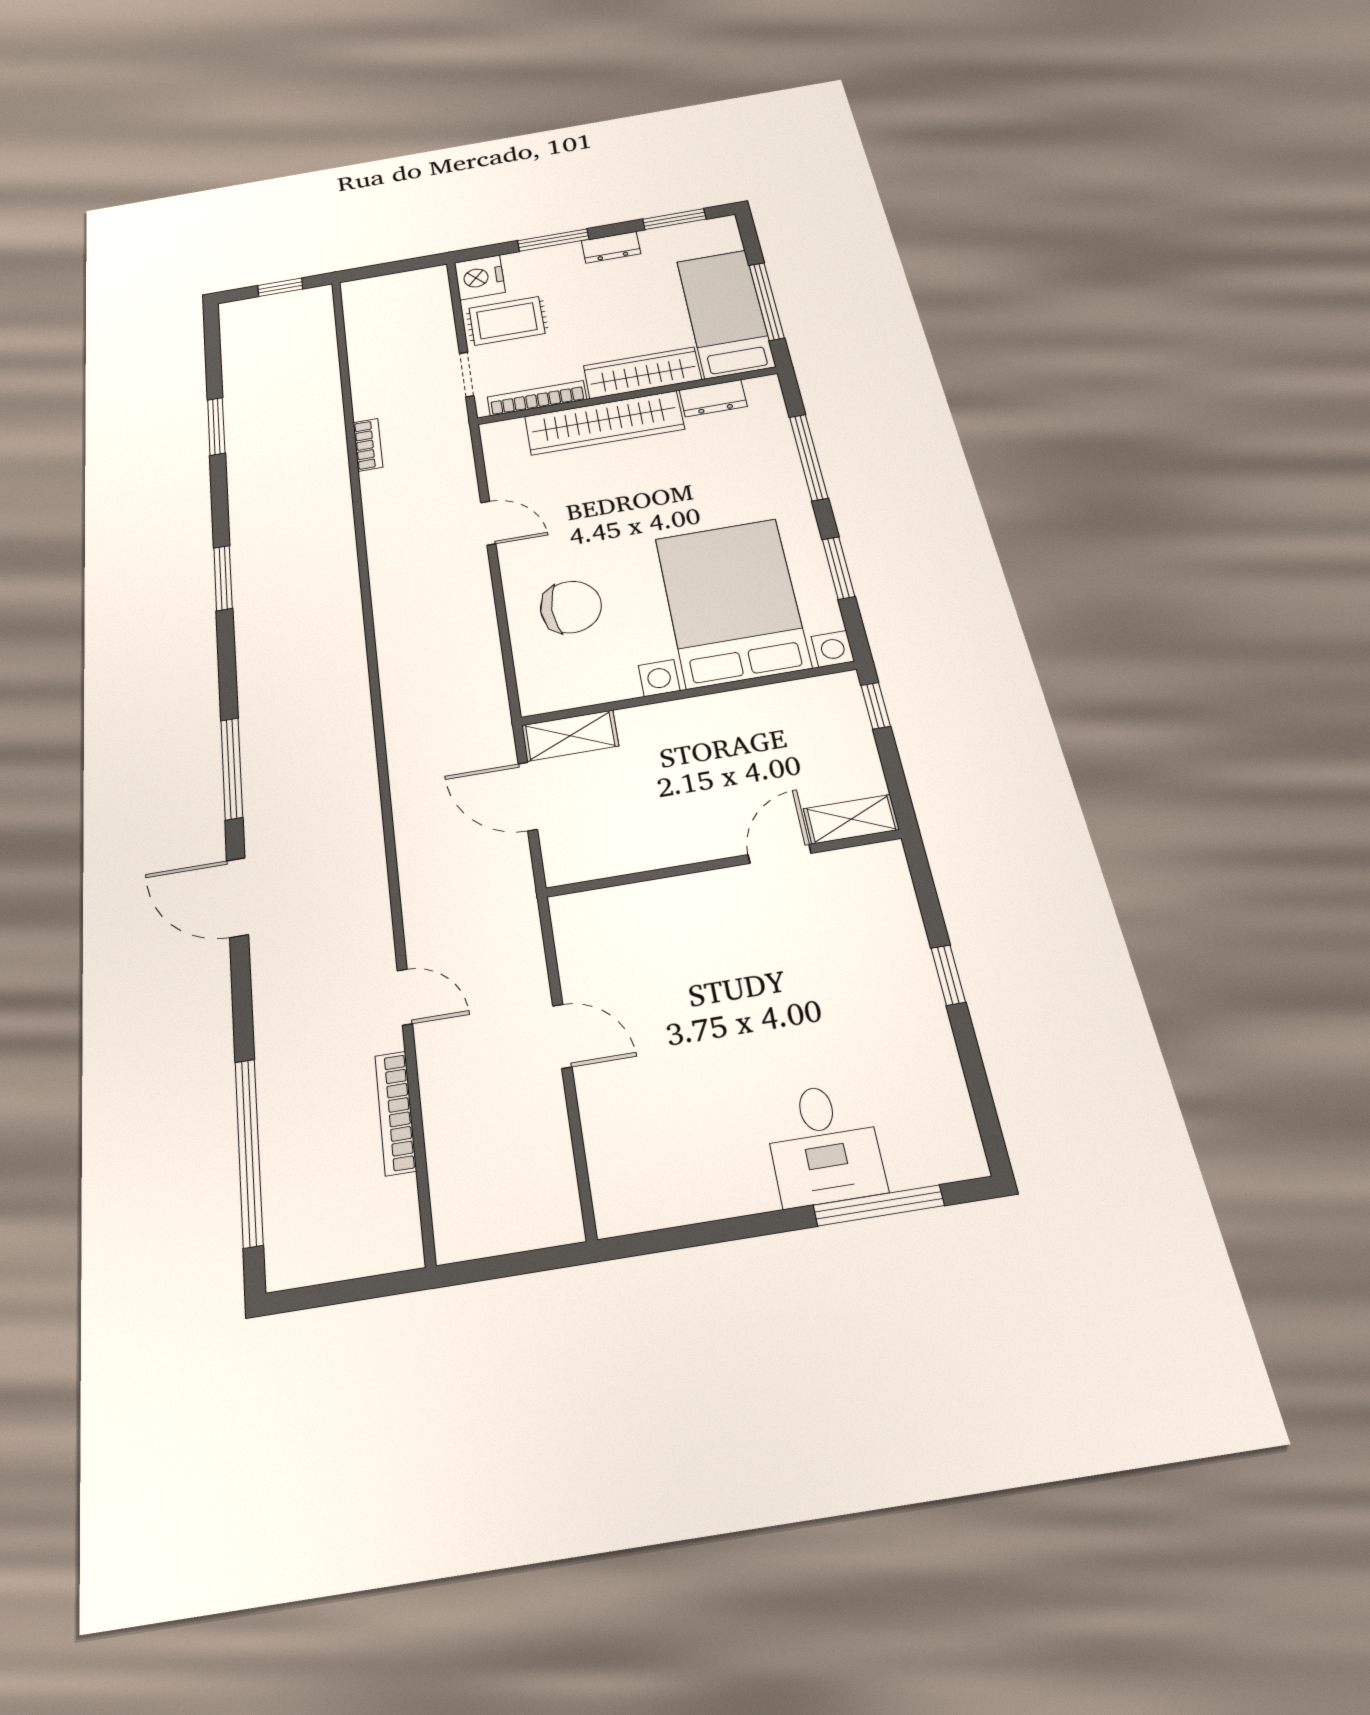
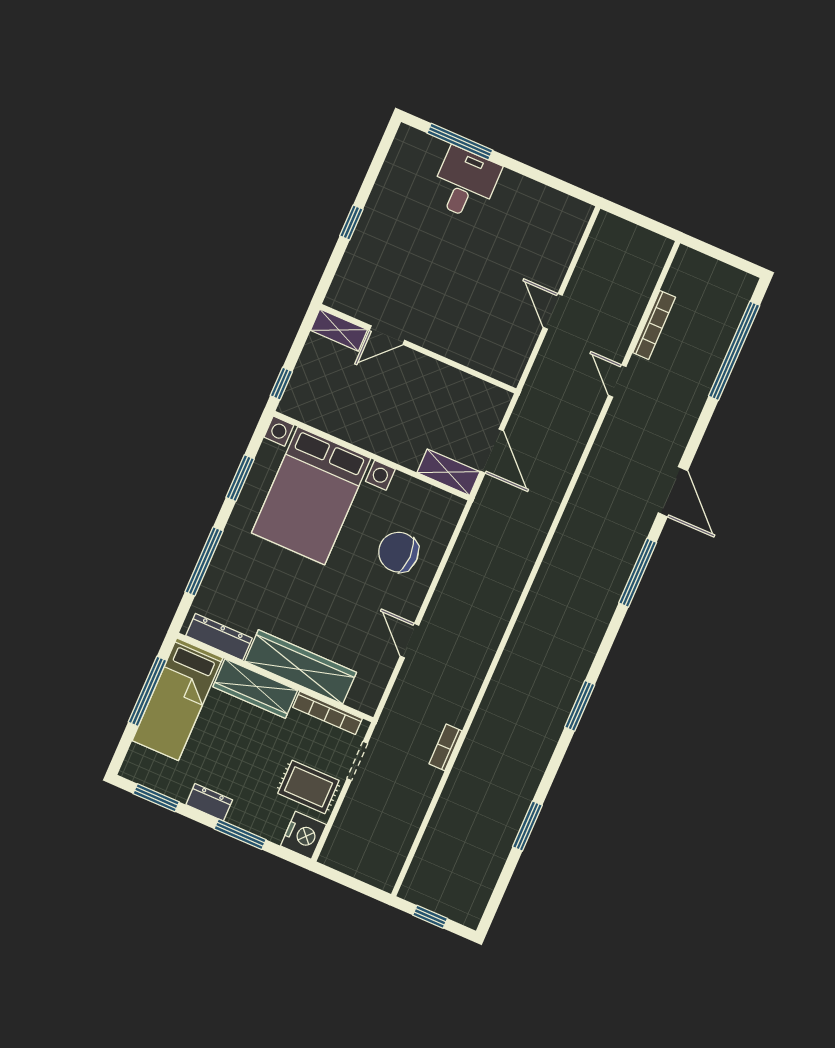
dresser: (713, 398) -> (219, 637), width x1.44

